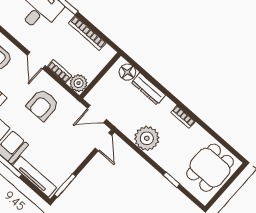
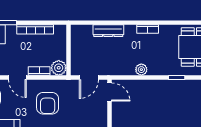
floor lamp: (127, 72) -> (85, 32), removed
plant: (147, 138) -> (141, 70), width x0.53, depth x0.53

